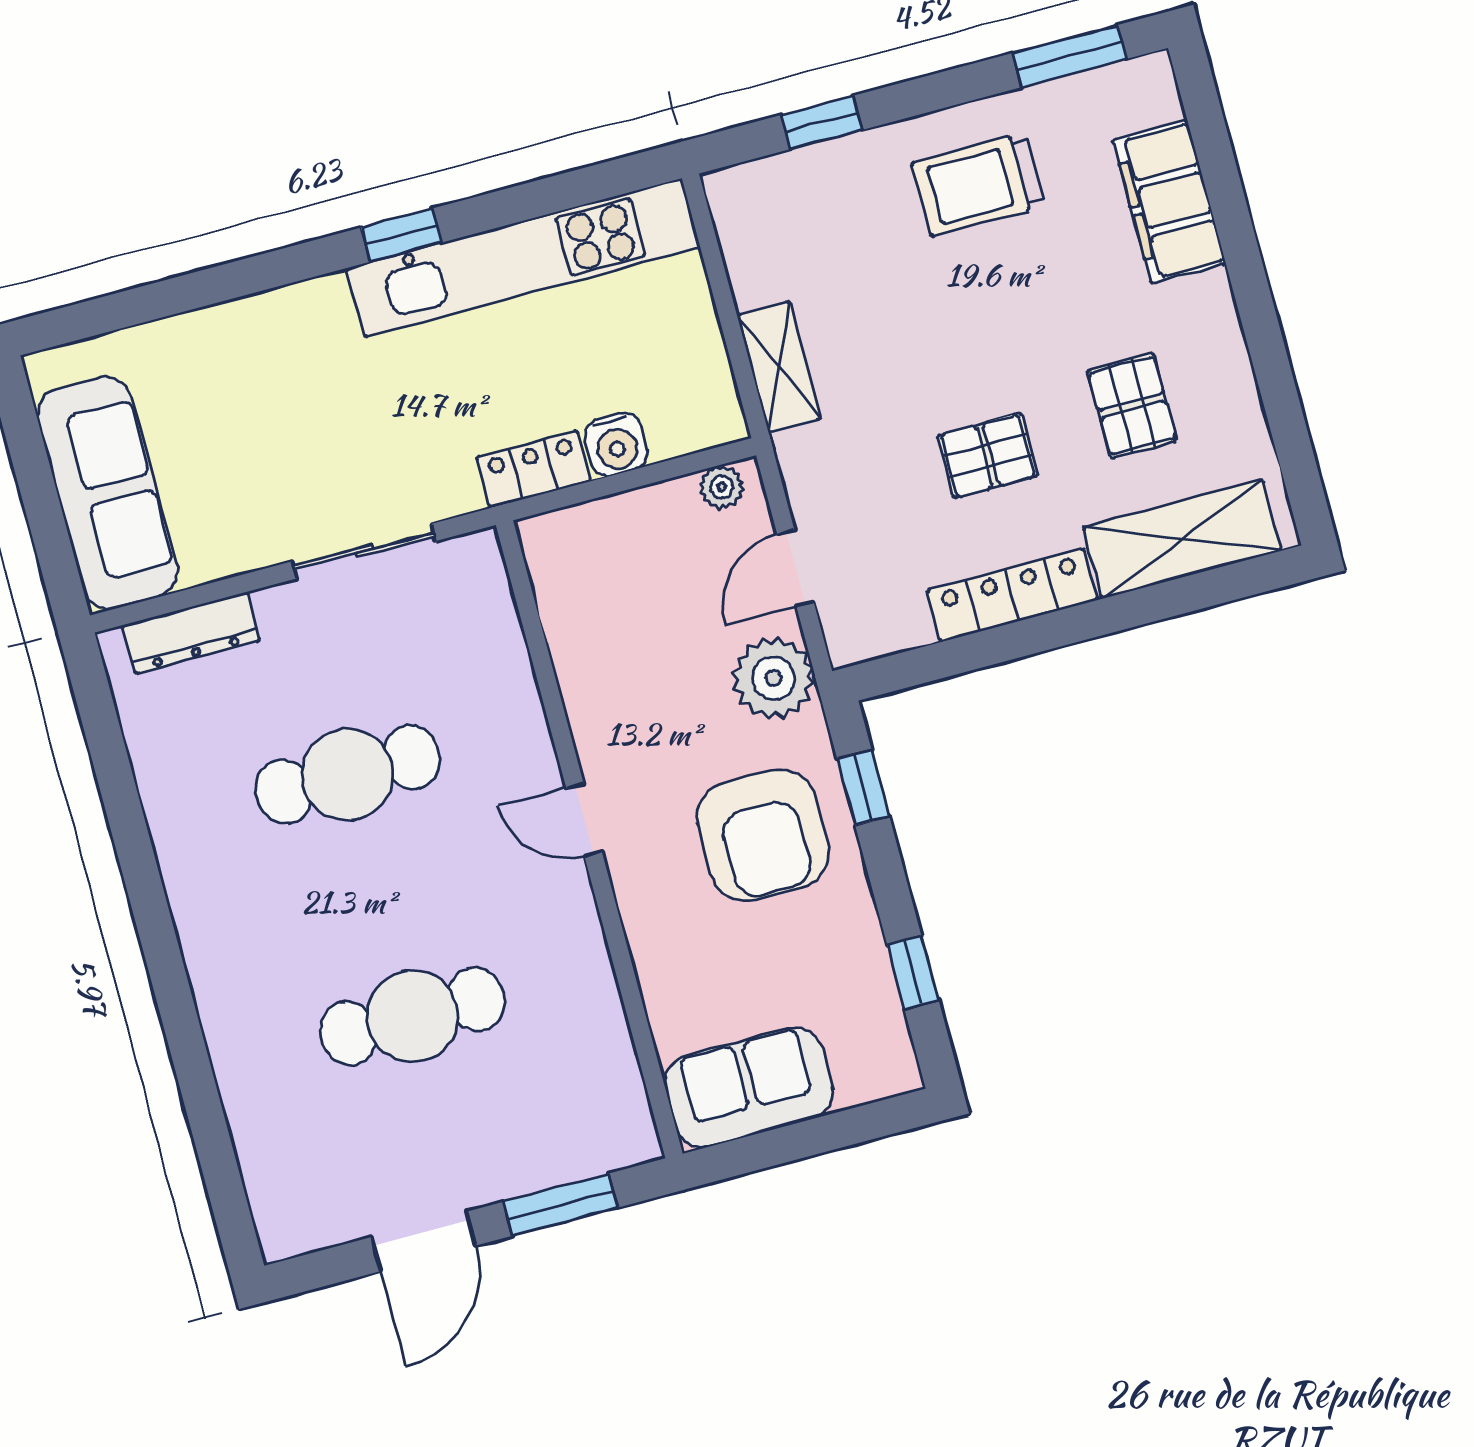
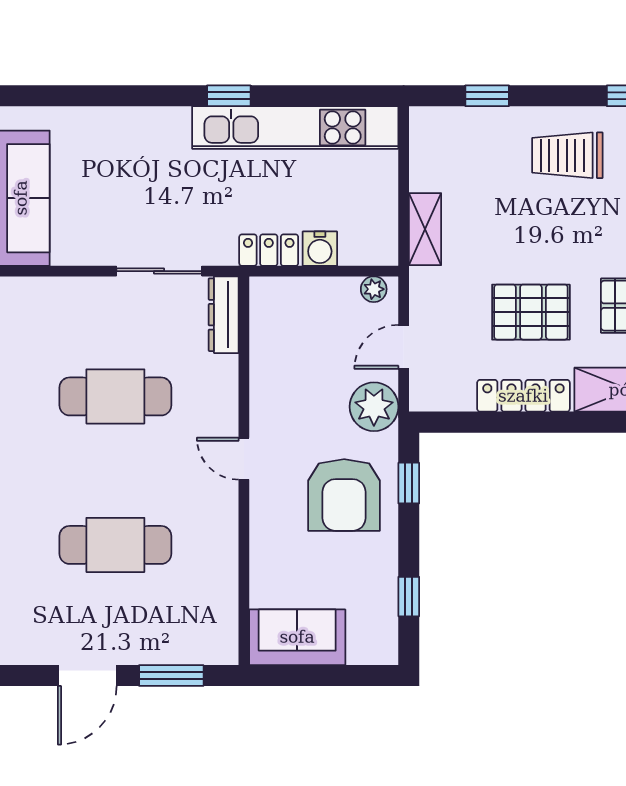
pallet: (988, 456) -> (531, 312), width x1.50, depth x1.42
dresser: (191, 633) -> (224, 315), moved, turned 90

